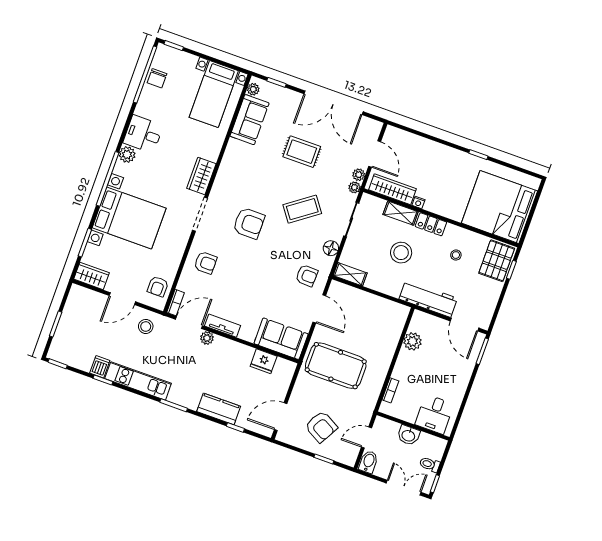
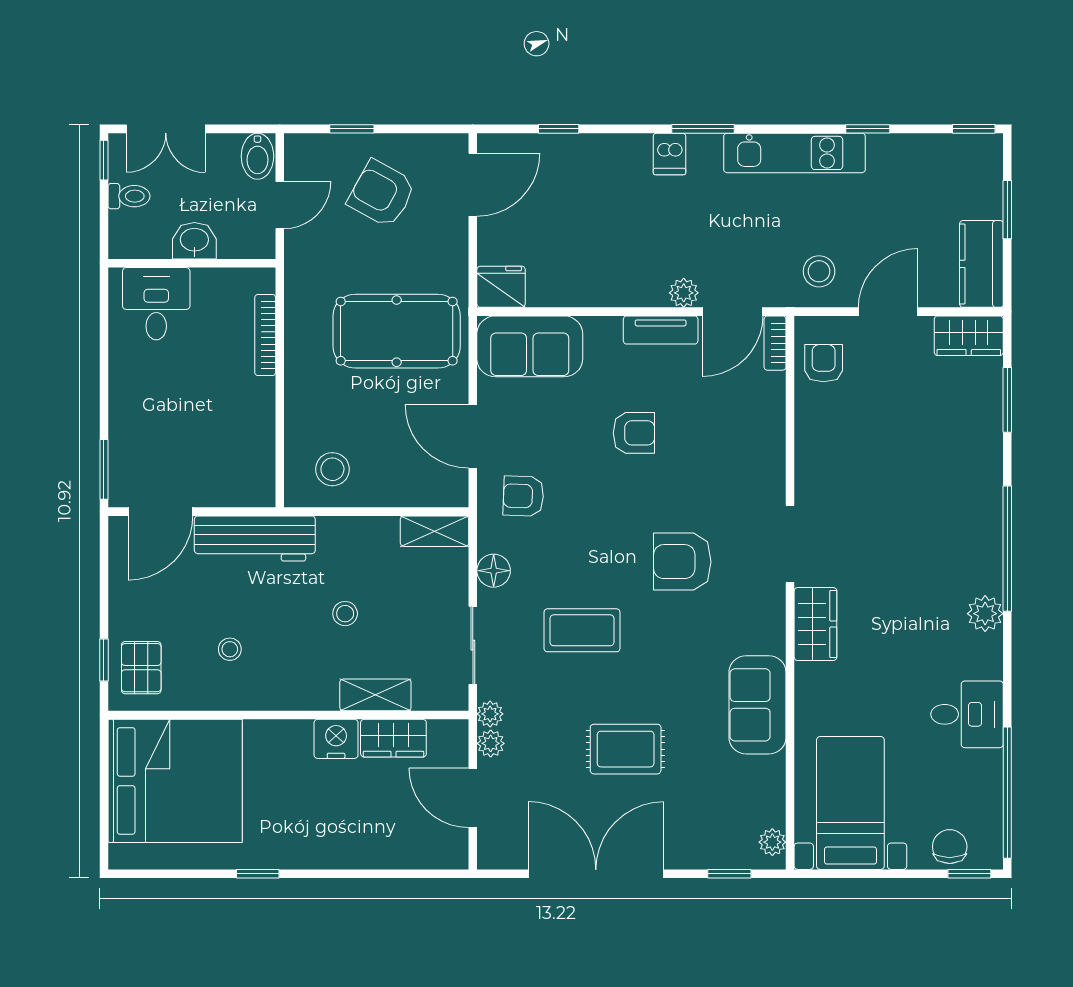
chair: (157, 78) -> (950, 847), moved
sofa: (250, 120) -> (757, 705), moved
desk: (143, 134) -> (967, 714), moved
wardrobe: (392, 189) -> (393, 738), width x0.67
nightstand: (418, 202) -> (336, 739), width x1.89, depth x1.79
coffee table: (302, 209) -> (582, 630), turned 36
bed with nightstands: (129, 218) -> (934, 484), removed
locker: (431, 224) -> (304, 694), removed
stool: (401, 253) -> (345, 614), width x0.53, depth x0.53
pallet: (497, 261) -> (141, 668), width x0.67, depth x0.71
armchair: (206, 263) -> (634, 433), moved, turned 180
stool: (384, 316) -> (332, 469), added
door: (465, 325) -> (160, 512), swing flipped
plant: (412, 341) -> (256, 438), removed
fridge: (264, 361) -> (501, 287), moved
dishwasher: (100, 367) -> (670, 154), moved
bookcase: (390, 390) -> (265, 335), width x1.56
kitchen counter: (219, 409) -> (981, 264), moved, turned 90

